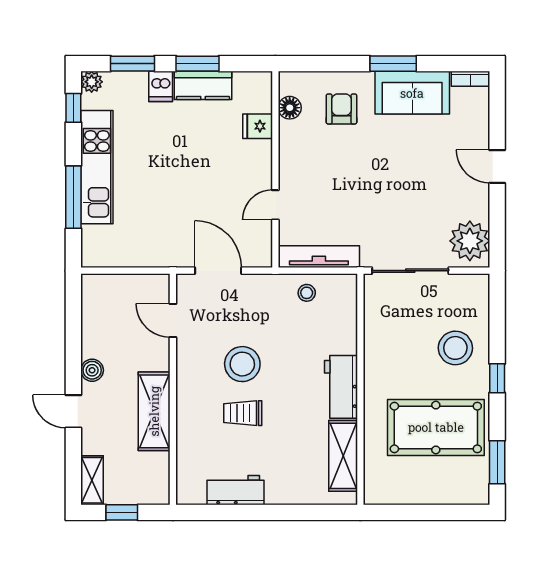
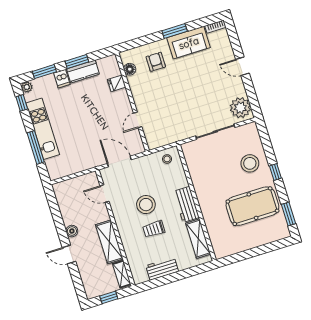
tv unit: (319, 257) -> (167, 139), removed
workbench: (341, 387) -> (186, 205), moved
wall: (360, 389) -> (196, 203), moved
shelving: (343, 456) -> (198, 239), moved
shelving: (92, 480) -> (122, 274), moved

